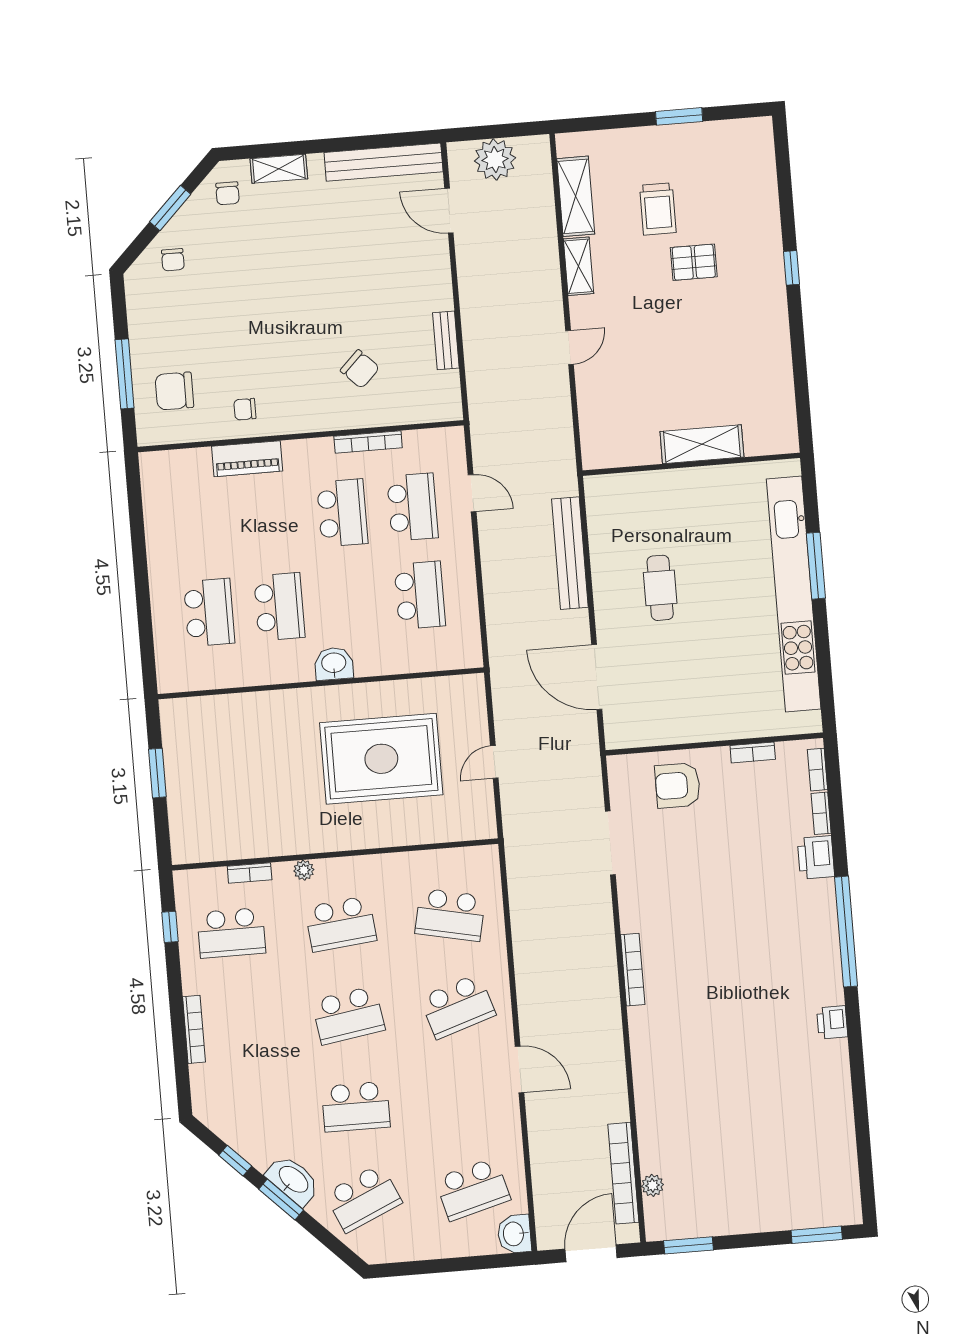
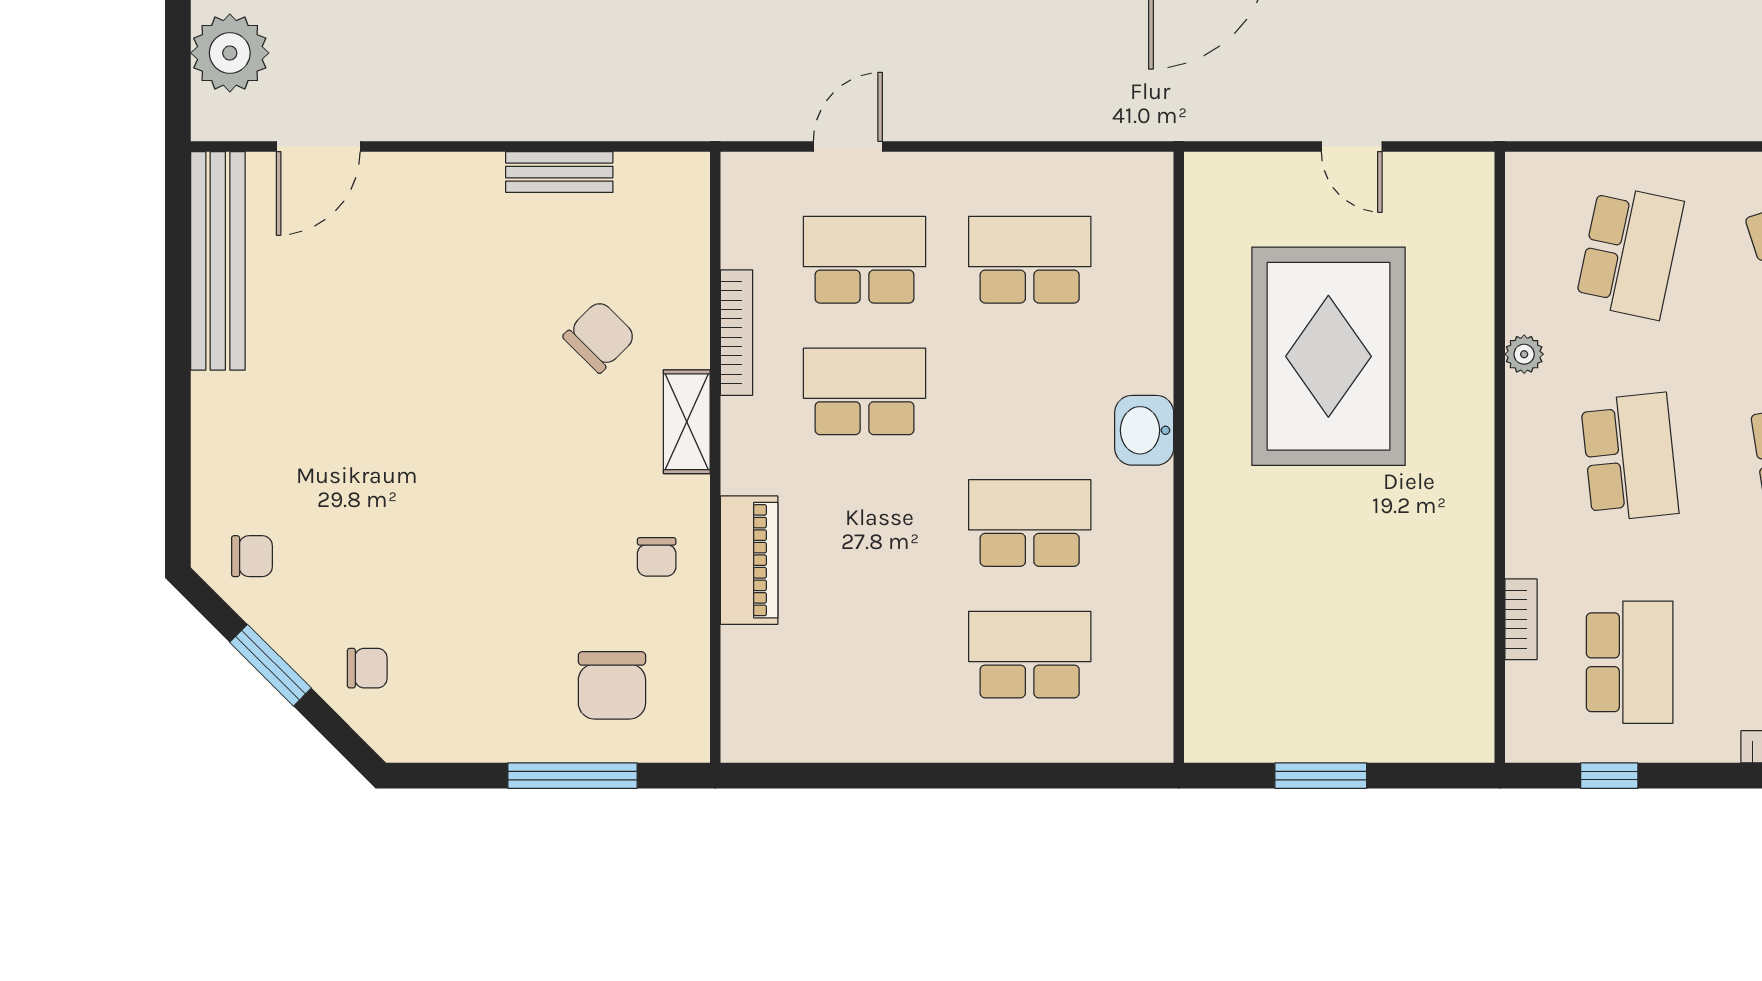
shelving: (279, 169) -> (687, 422), moved
plant: (304, 870) -> (1524, 354), moved

